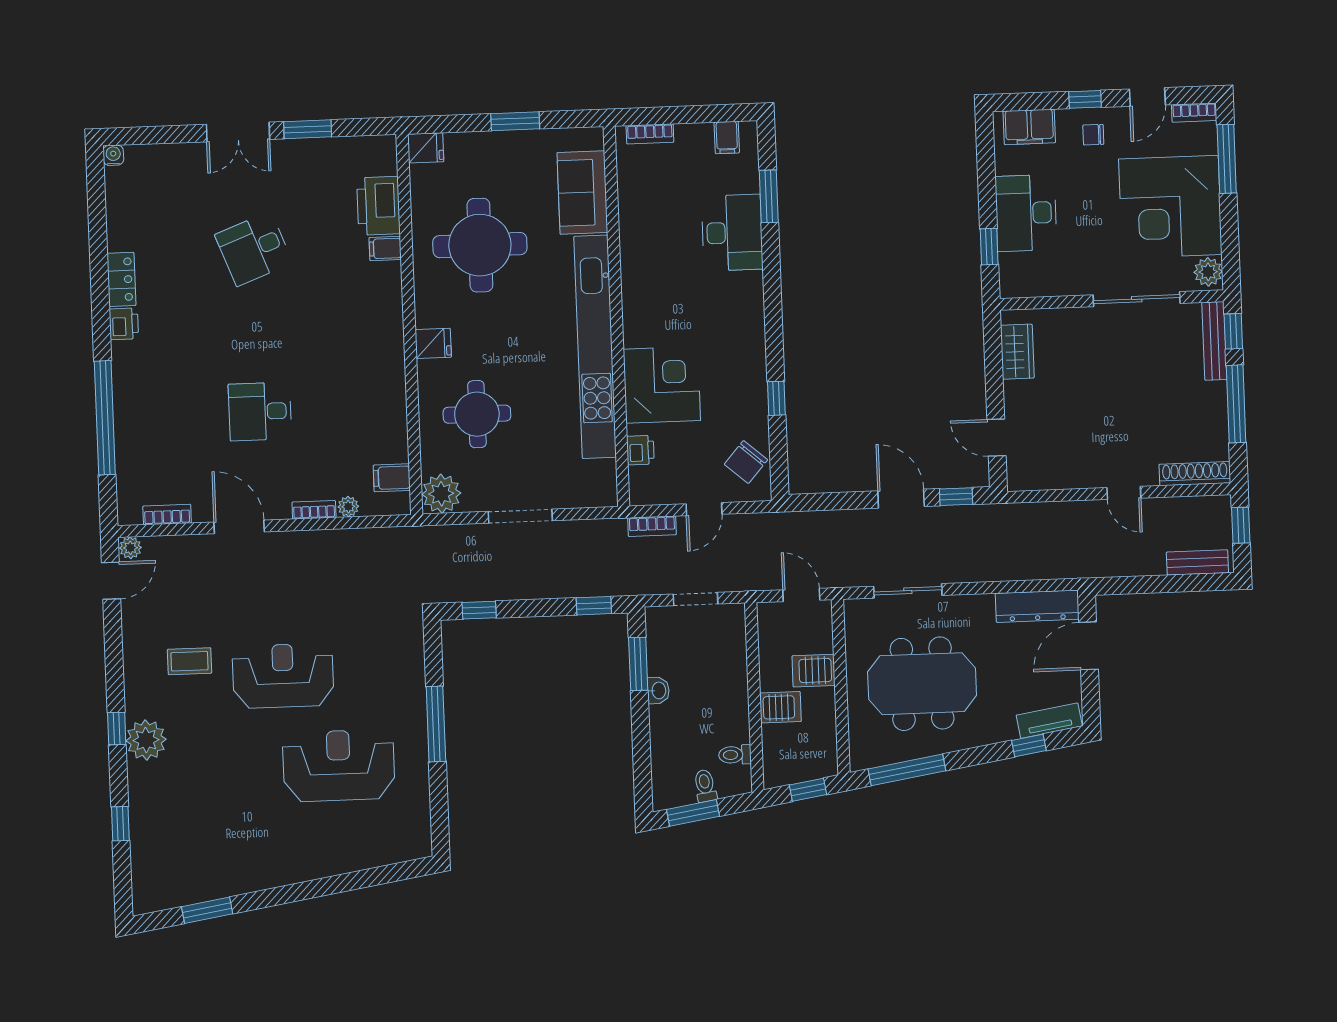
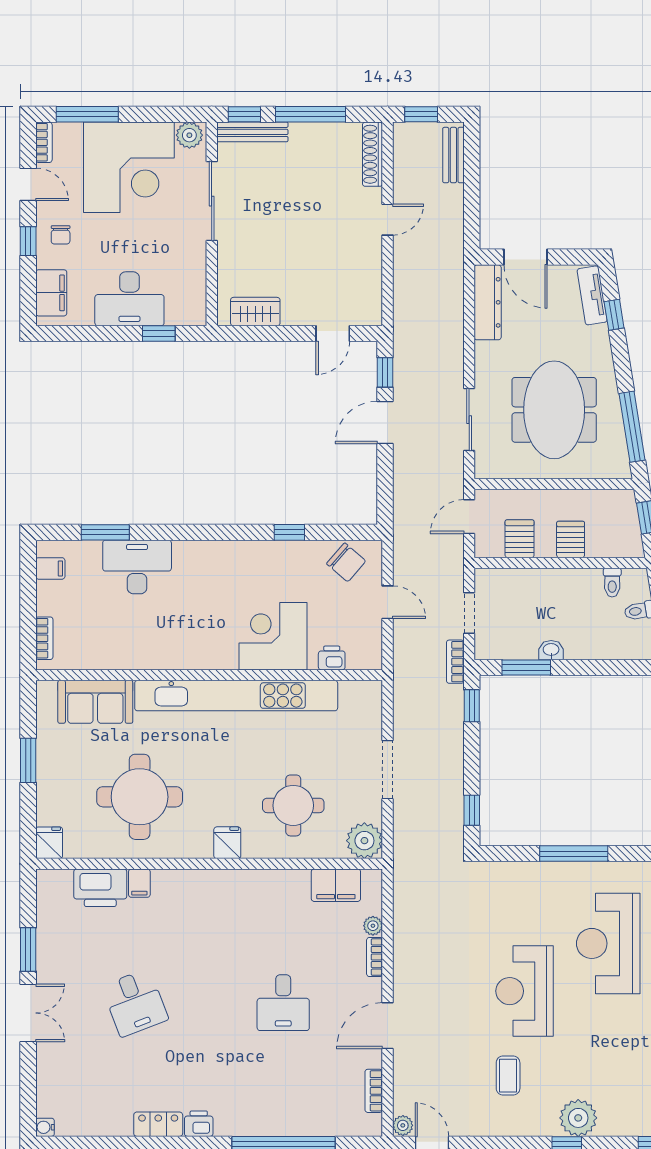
filing cabinet: (392, 478) -> (336, 885), width x2.00
bookcase: (652, 526) -> (455, 662), moved, turned 180
server rack: (814, 671) -> (520, 539), moved, turned 180

